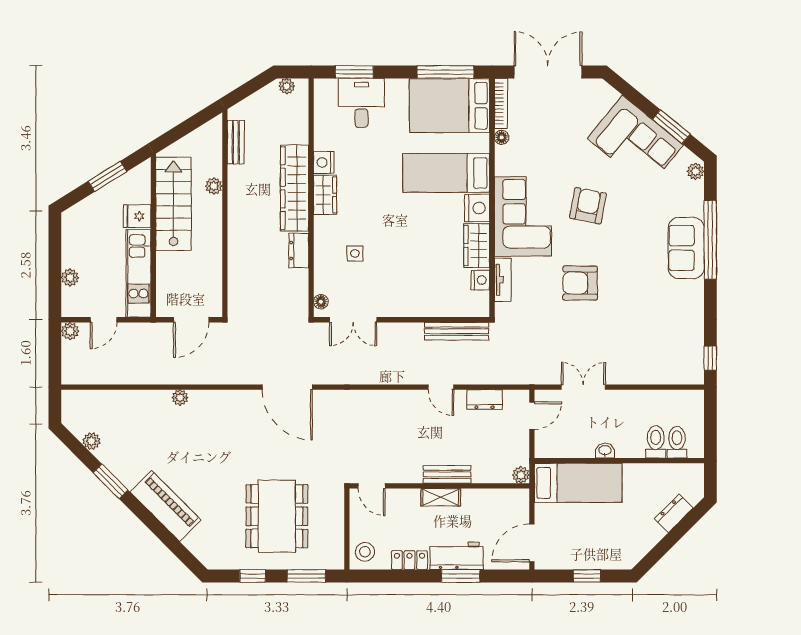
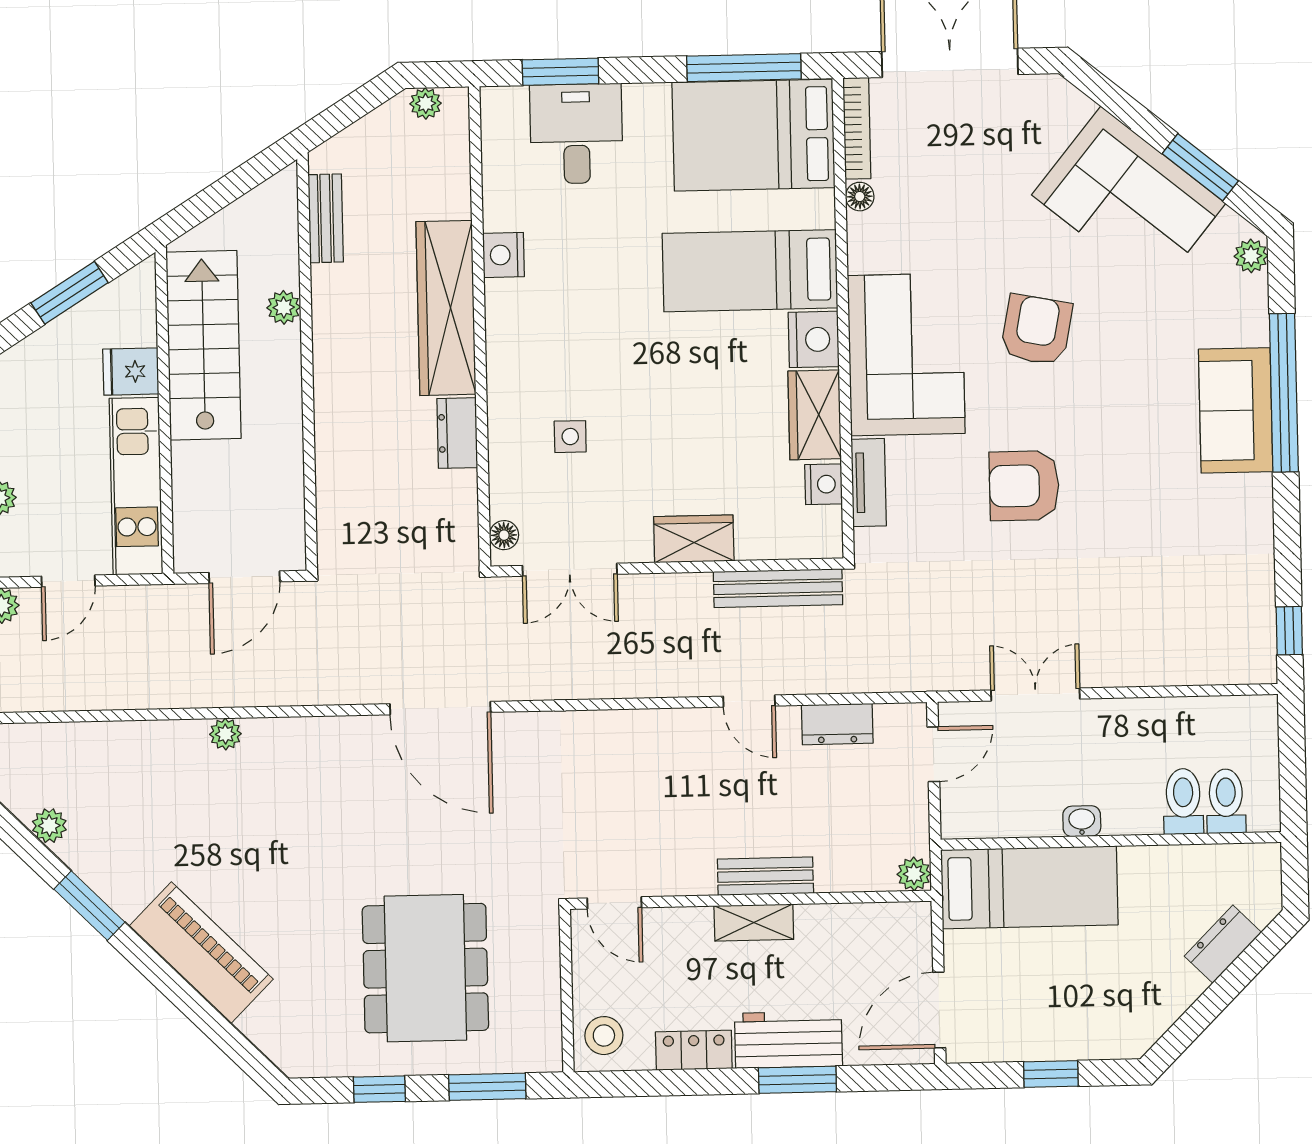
wardrobe: (325, 195) -> (694, 539), moved, turned -90

